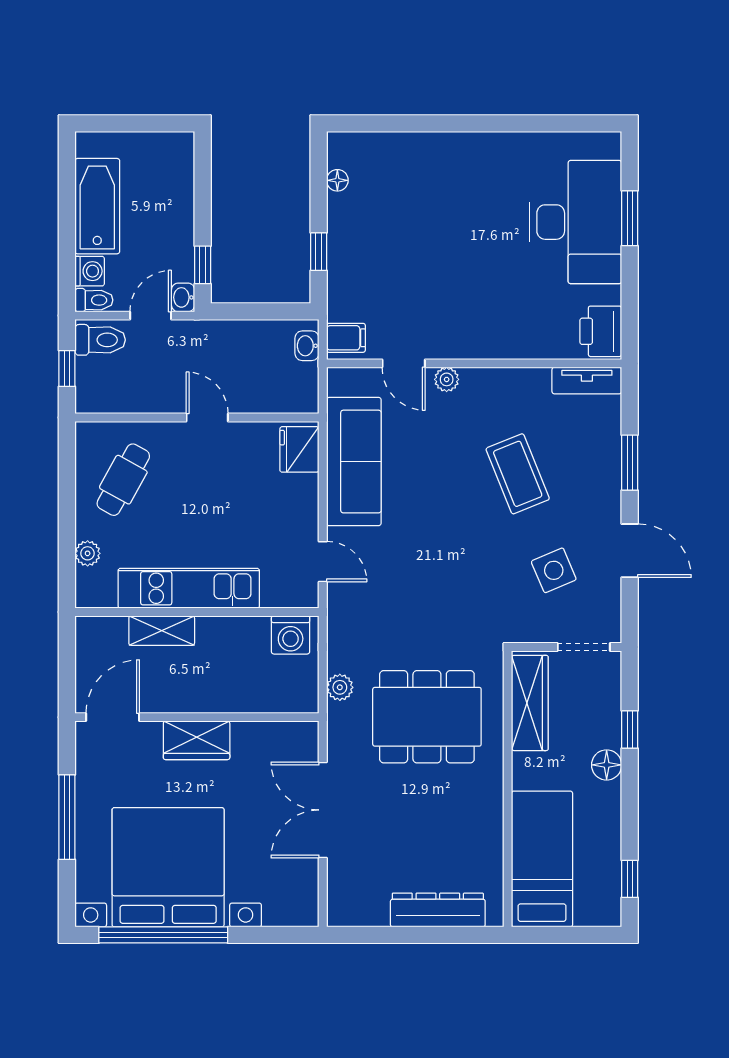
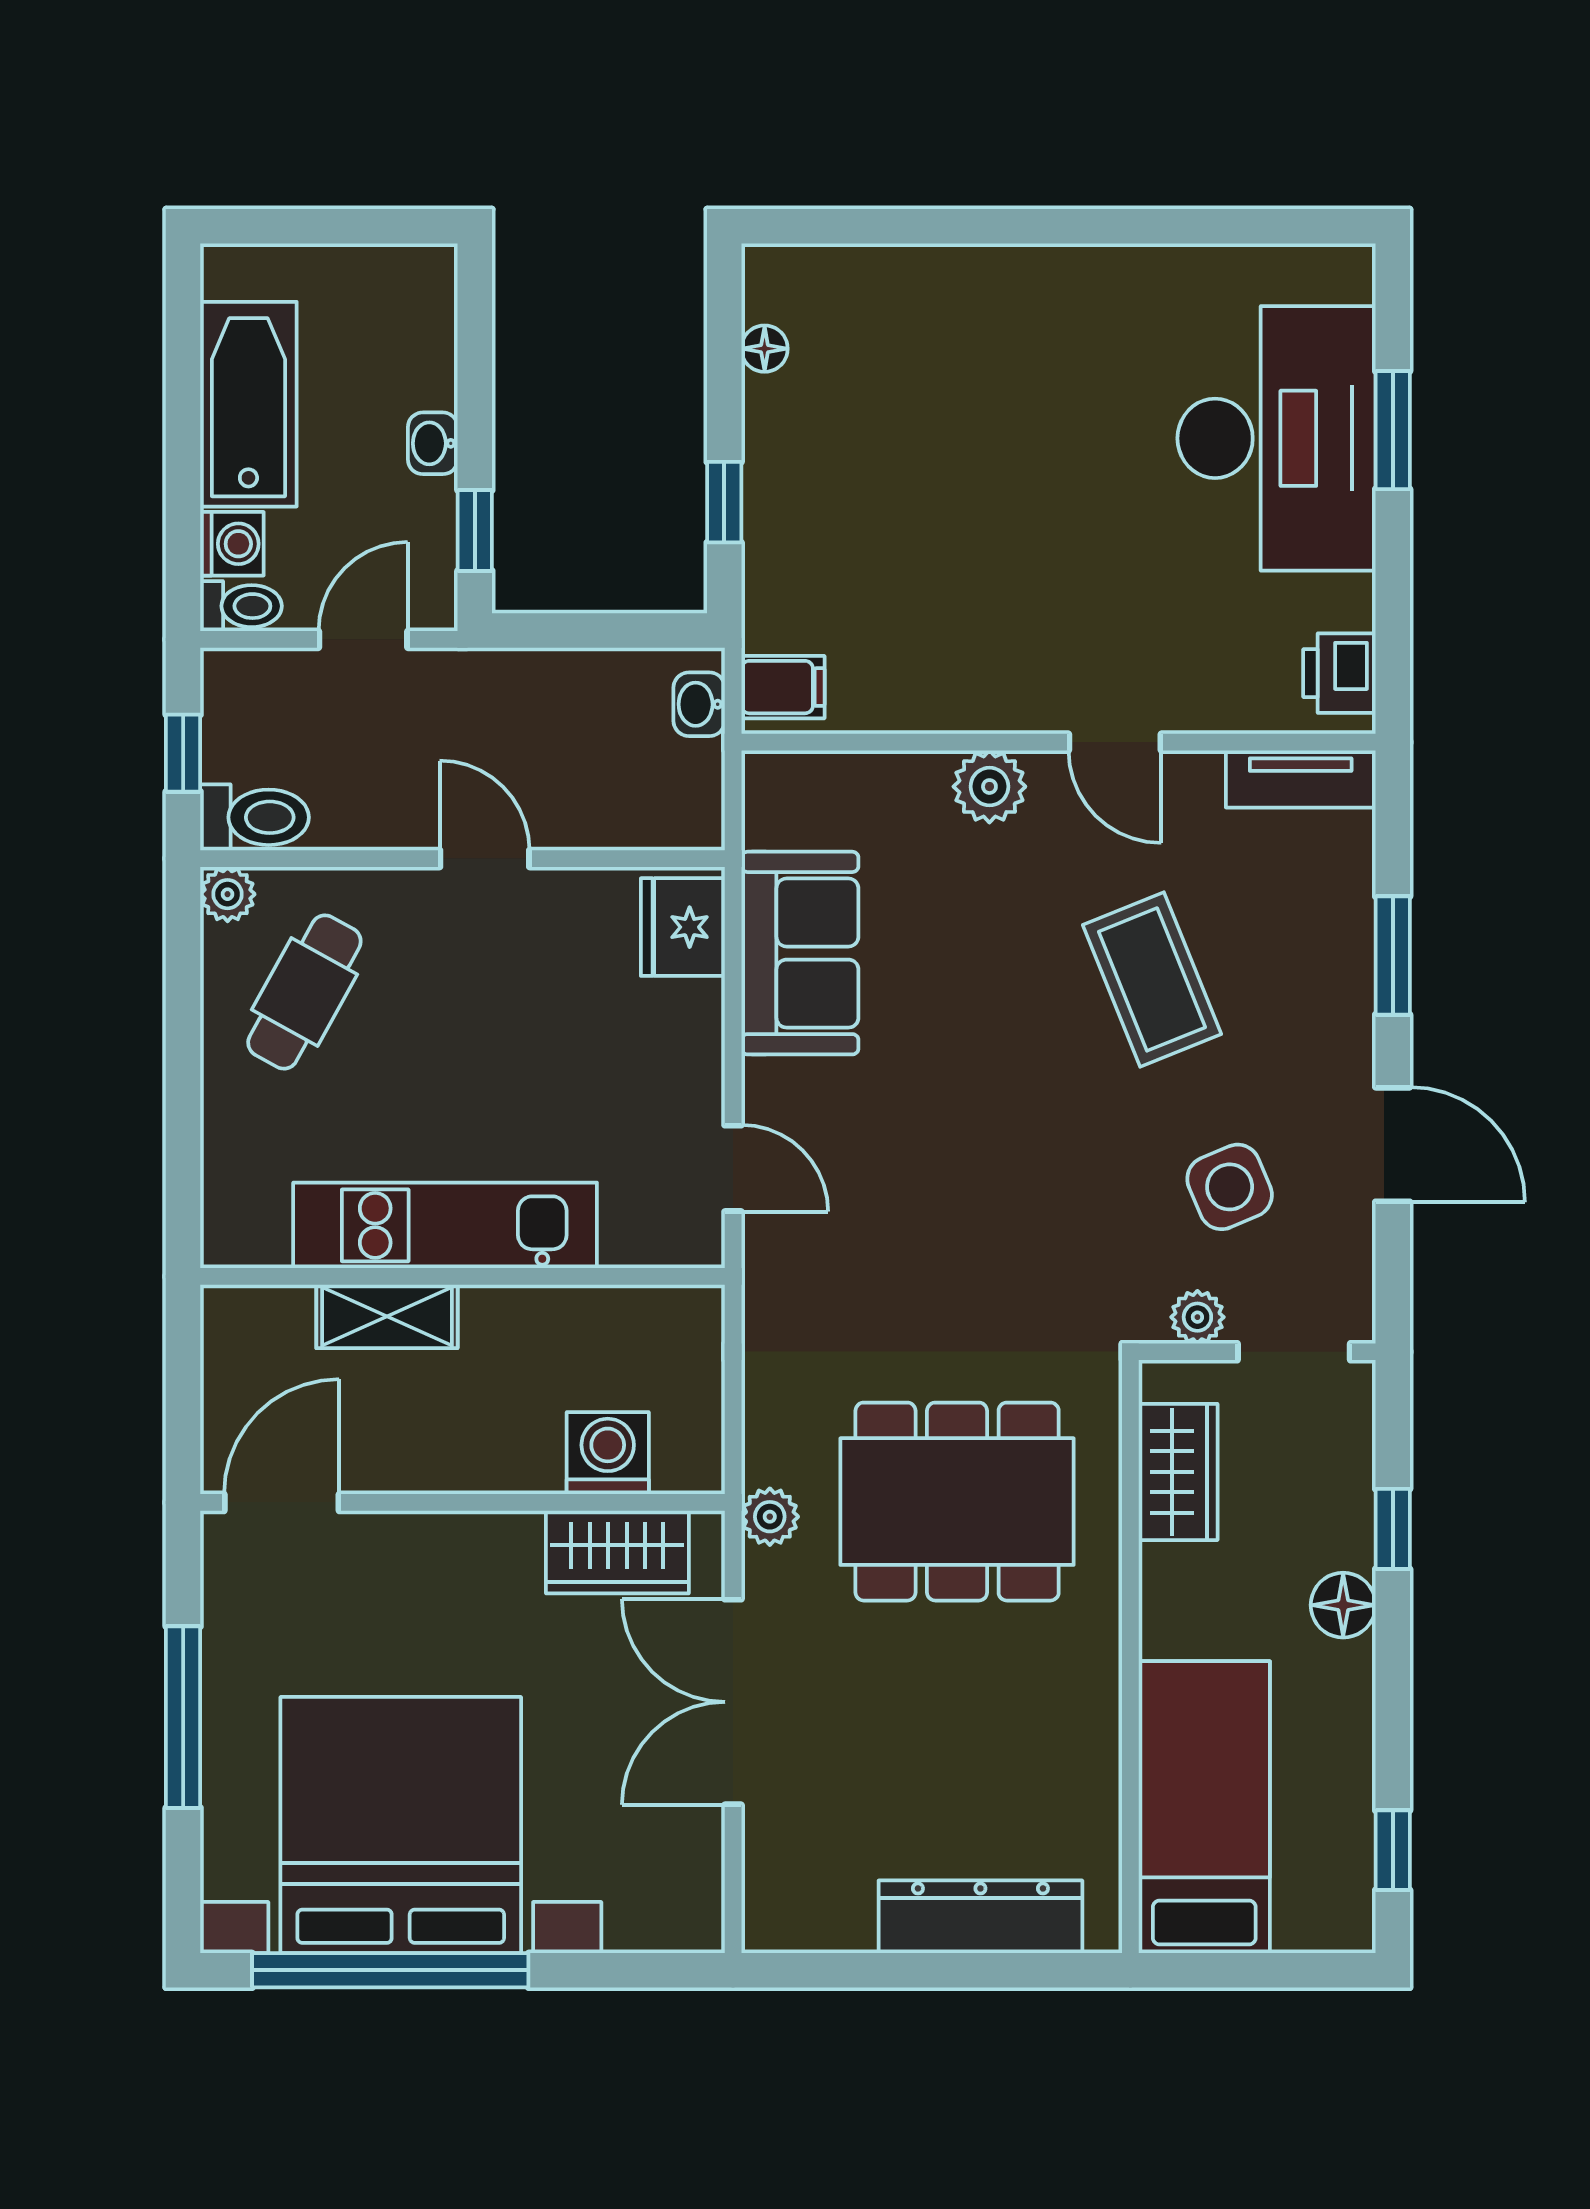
washbasin: (183, 297) -> (433, 443), moved
printer: (601, 331) -> (1339, 673), width x0.73, depth x0.81
toilet: (100, 340) -> (255, 817), moved
door: (404, 363) -> (1115, 742), moved
plant: (447, 379) -> (989, 787), width x1.38, depth x1.38
sofa: (354, 462) -> (800, 953), width x0.73
plant: (88, 553) -> (228, 894), moved
plant: (539, 631) -> (1197, 1317), added
washing machine: (291, 635) -> (608, 1453), moved, turned 180
plant: (340, 687) -> (770, 1517), moved
wardrobe: (530, 703) -> (1178, 1472), width x0.67
wardrobe: (197, 740) -> (617, 1552), moved

